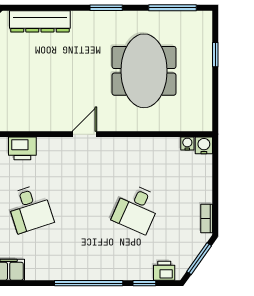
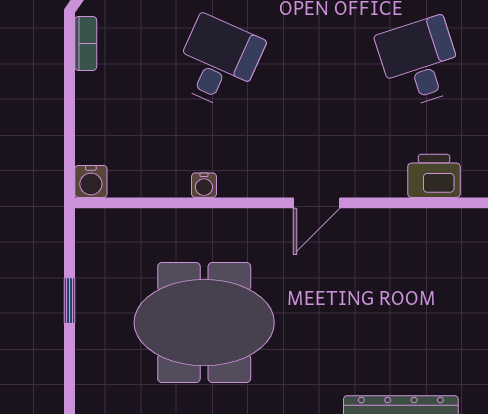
window: (215, 55) -> (69, 301), moved
meeting table: (144, 71) -> (204, 323), turned 90
water cooler: (187, 143) -> (204, 185), moved

